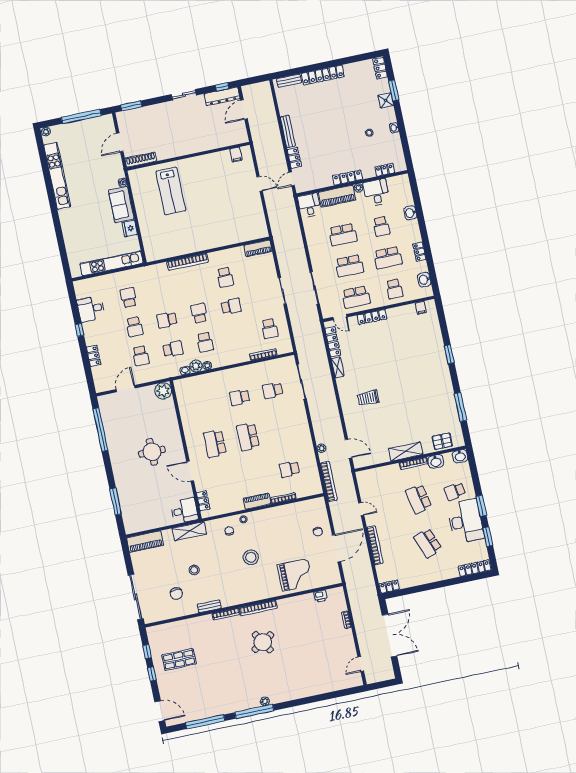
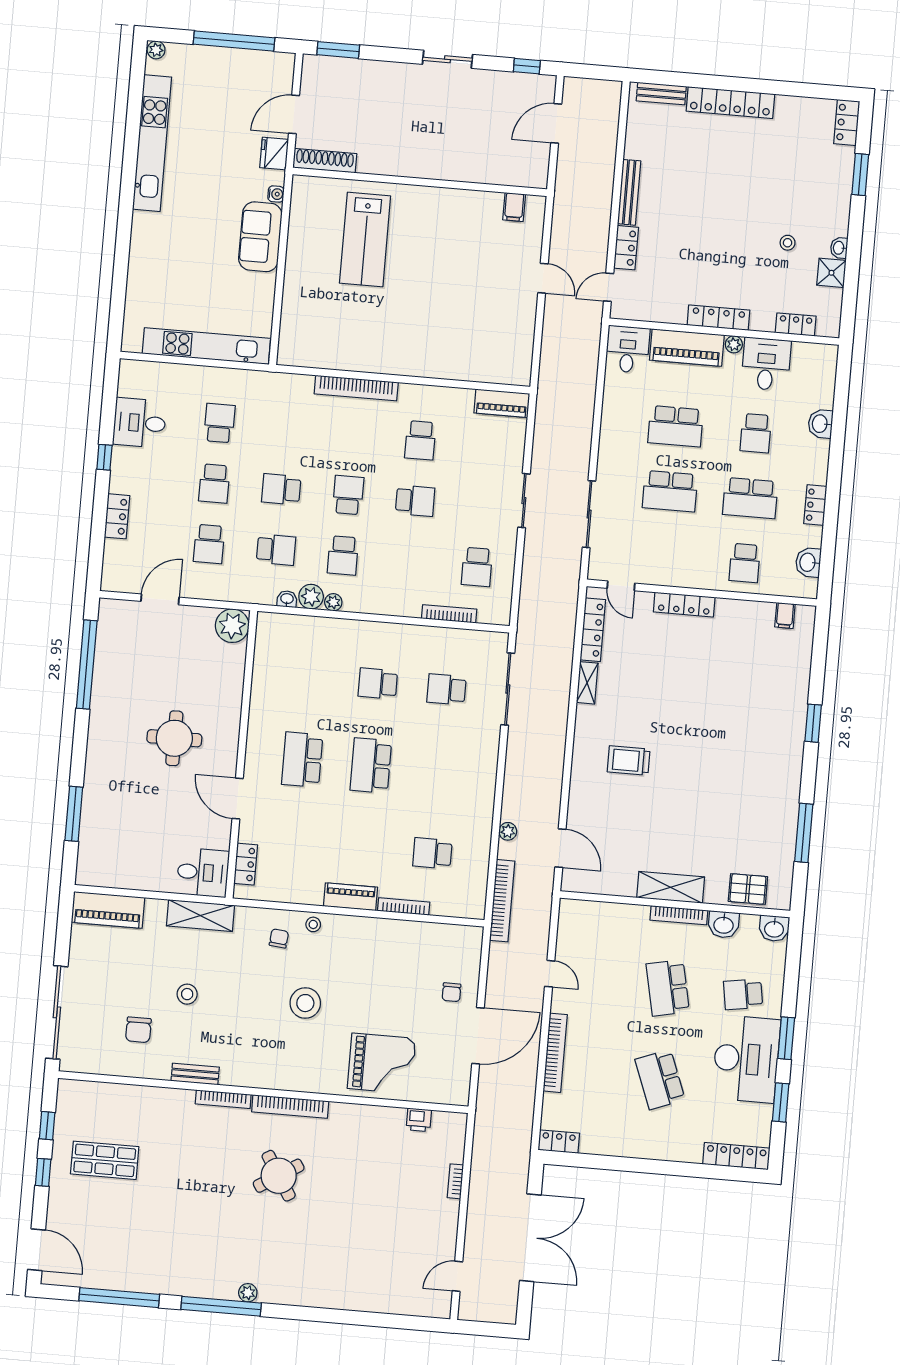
dresser: (222, 96) -> (521, 85), removed
shower: (386, 100) -> (831, 273), moved
fridge: (130, 228) -> (274, 154), moved
school desk: (356, 297) -> (664, 556), removed

